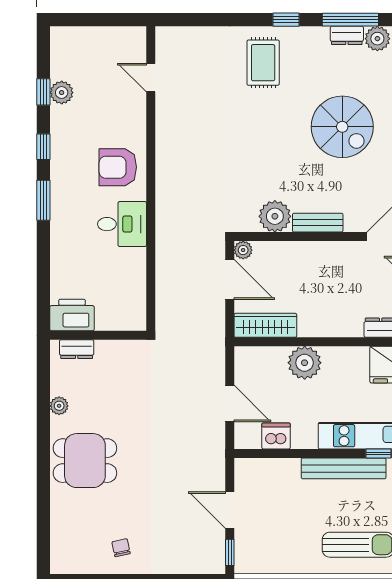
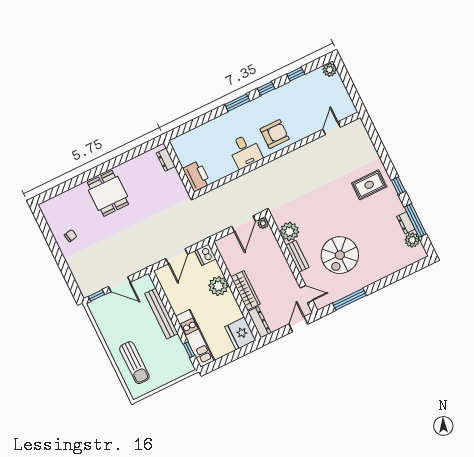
plant: (62, 93) -> (330, 70), moved
spiral stairs: (342, 127) -> (340, 255), moved
armchair: (118, 167) -> (275, 134), turned 90
printer: (72, 315) -> (197, 176), moved
wardrobe: (265, 325) -> (246, 290), moved
plant: (59, 406) -> (131, 165), removed
dishwasher: (276, 436) -> (205, 255), moved, turned 180
bench: (344, 468) -> (161, 314), moved
door: (230, 510) -> (119, 284), swing flipped

